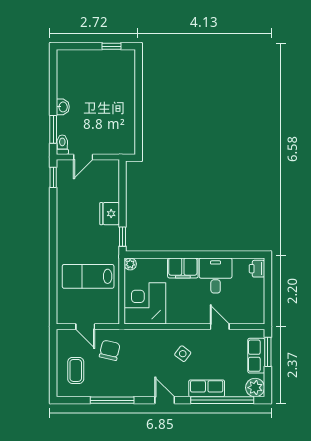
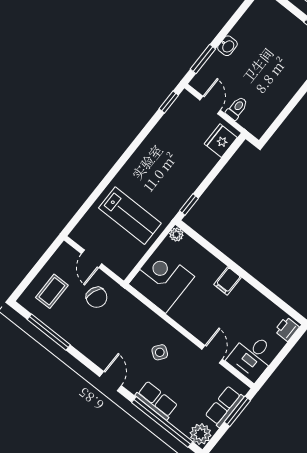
toilet: (62, 145) -> (237, 108), moved
door: (83, 157) -> (210, 105), swing flipped
fridge: (110, 214) -> (221, 141), moved
filing cabinet: (183, 268) -> (228, 281), width x0.50
desk: (216, 275) -> (252, 357), moved, turned 180
lab bench: (88, 276) -> (130, 216), turned 180
chair: (110, 350) -> (97, 297), turned 98
window: (112, 400) -> (49, 332), moved

